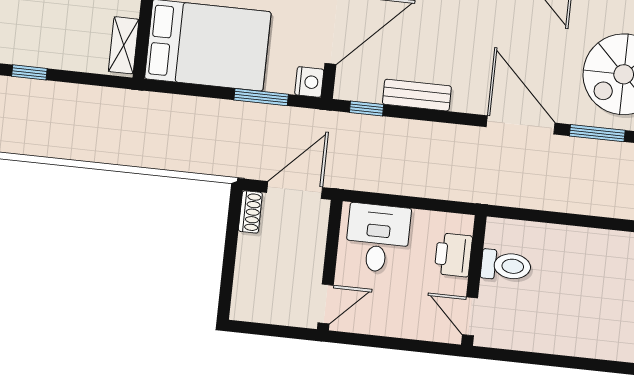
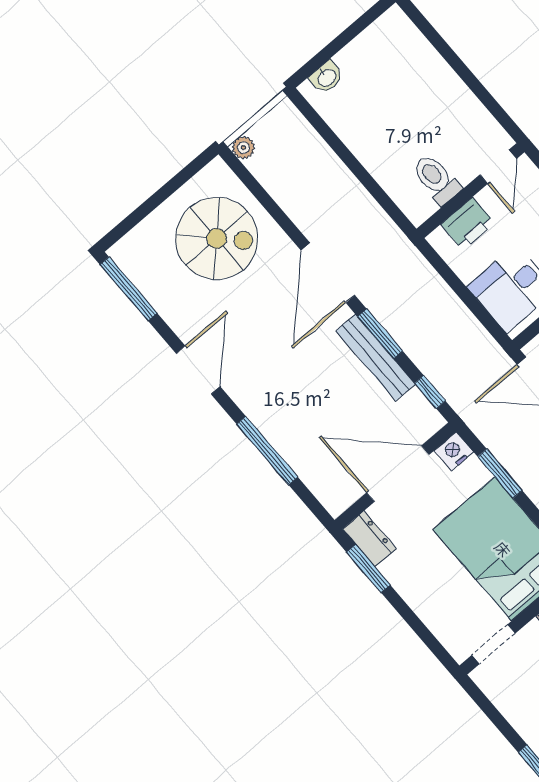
bench: (417, 95) -> (376, 358), width x1.36
window: (597, 133) -> (380, 334), moved

